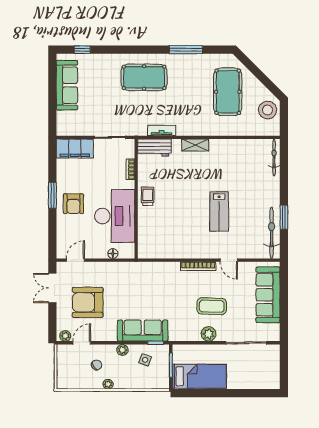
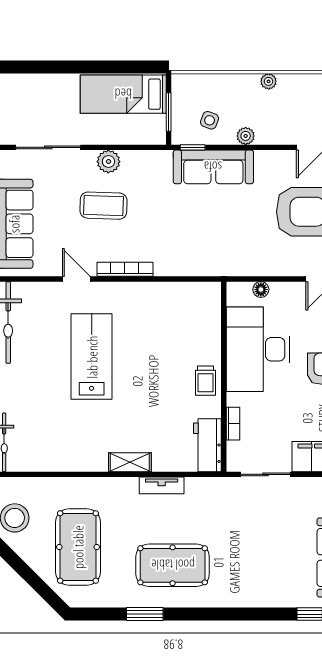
window: (186, 50) -> (145, 614), width x0.69
pool table: (144, 77) -> (173, 565), moved
tv unit: (162, 130) -> (162, 485), moved
workbench: (154, 148) -> (207, 445), moved, turned -90
lab bench: (219, 211) -> (92, 357), width x1.36, depth x1.39
chair: (97, 365) -> (287, 112), removed

